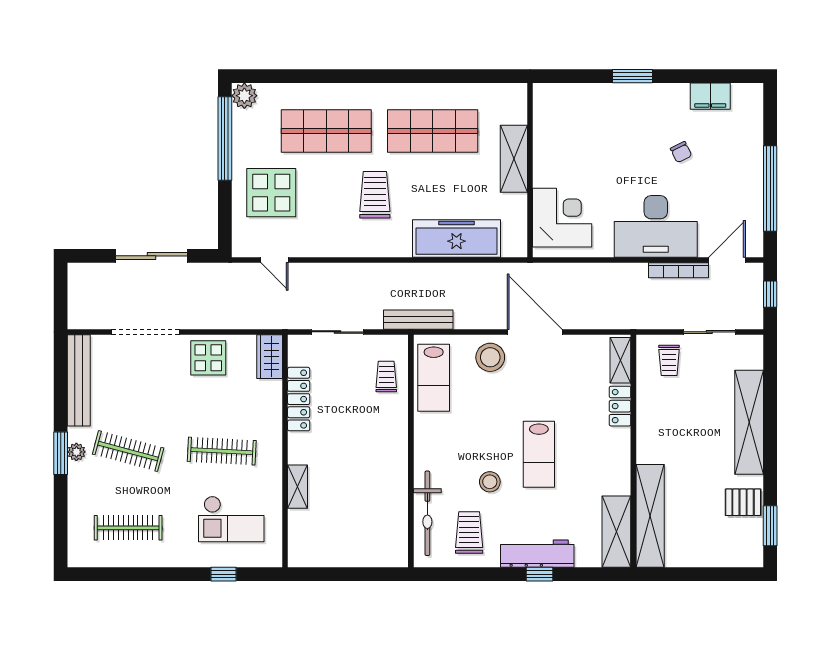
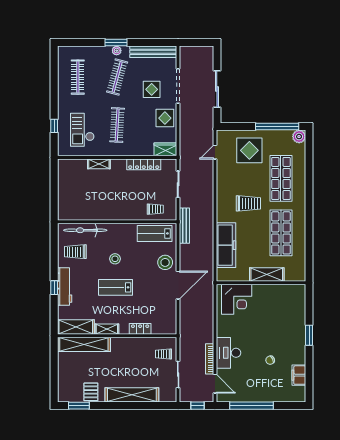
desk: (656, 226) -> (228, 353), width x0.73, depth x0.77
shelving: (620, 360) -> (107, 329), moved
display table: (152, 384) -> (152, 89), added
stool: (490, 482) -> (115, 259), moved
trolley: (469, 533) -> (75, 252), turned 180

